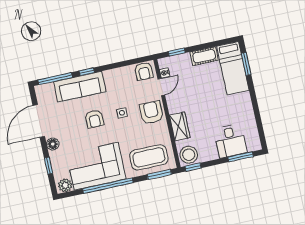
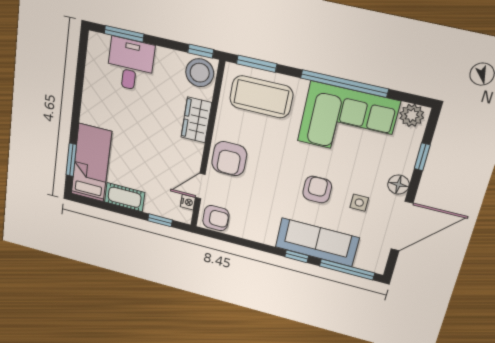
armchair: (144, 71) -> (216, 218), turned 90
side table: (122, 113) -> (359, 203), moved

